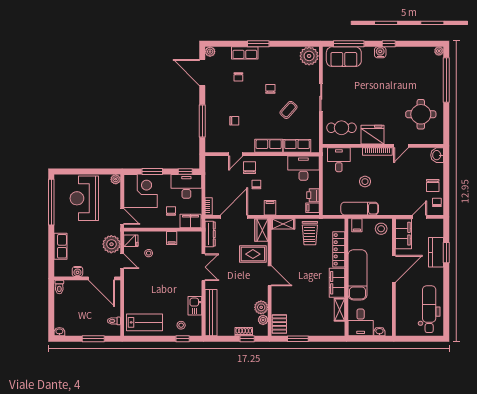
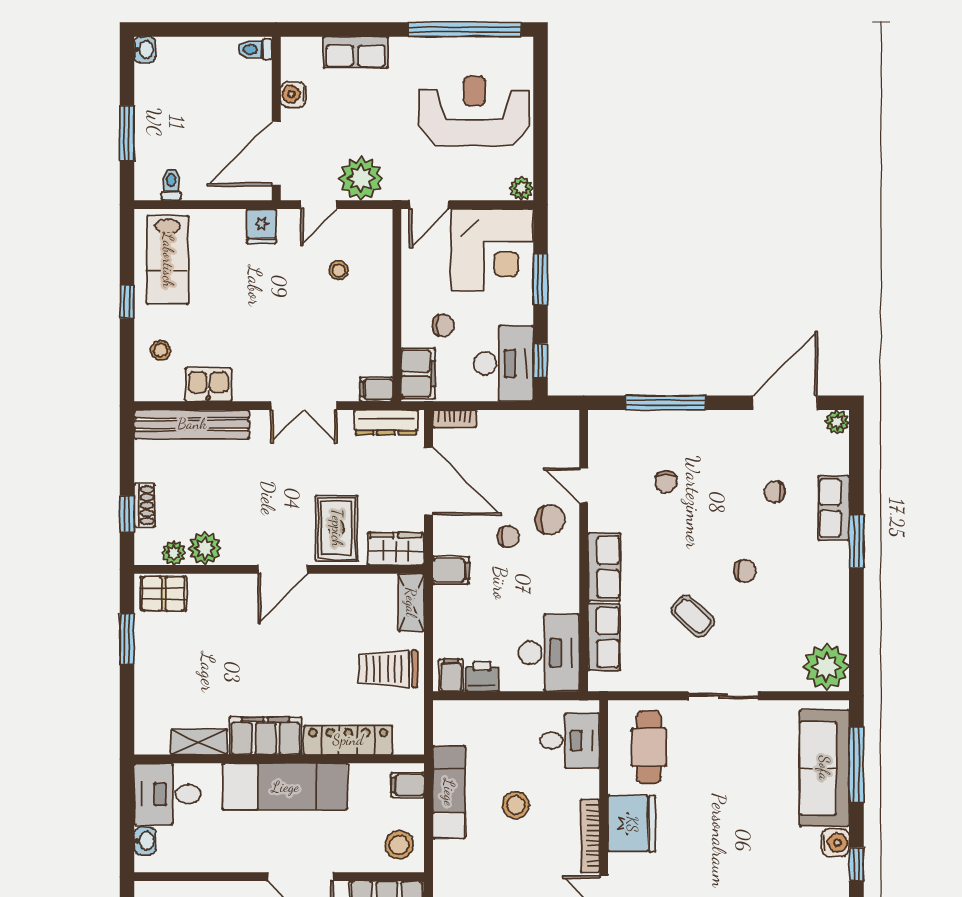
sofa: (344, 57) -> (824, 768), width x1.36
filing cabinet: (172, 238) -> (376, 389), moved
fridge: (131, 241) -> (261, 226), moved
window: (183, 339) -> (127, 302), moved

